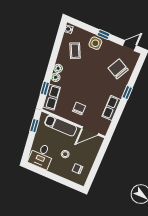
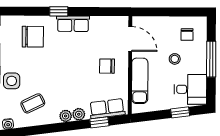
chair: (118, 69) -> (33, 37), turned -117
row of seats: (111, 108) -> (73, 24), moved
window: (34, 126) -> (180, 112), moved
window: (55, 178) -> (211, 59), added

